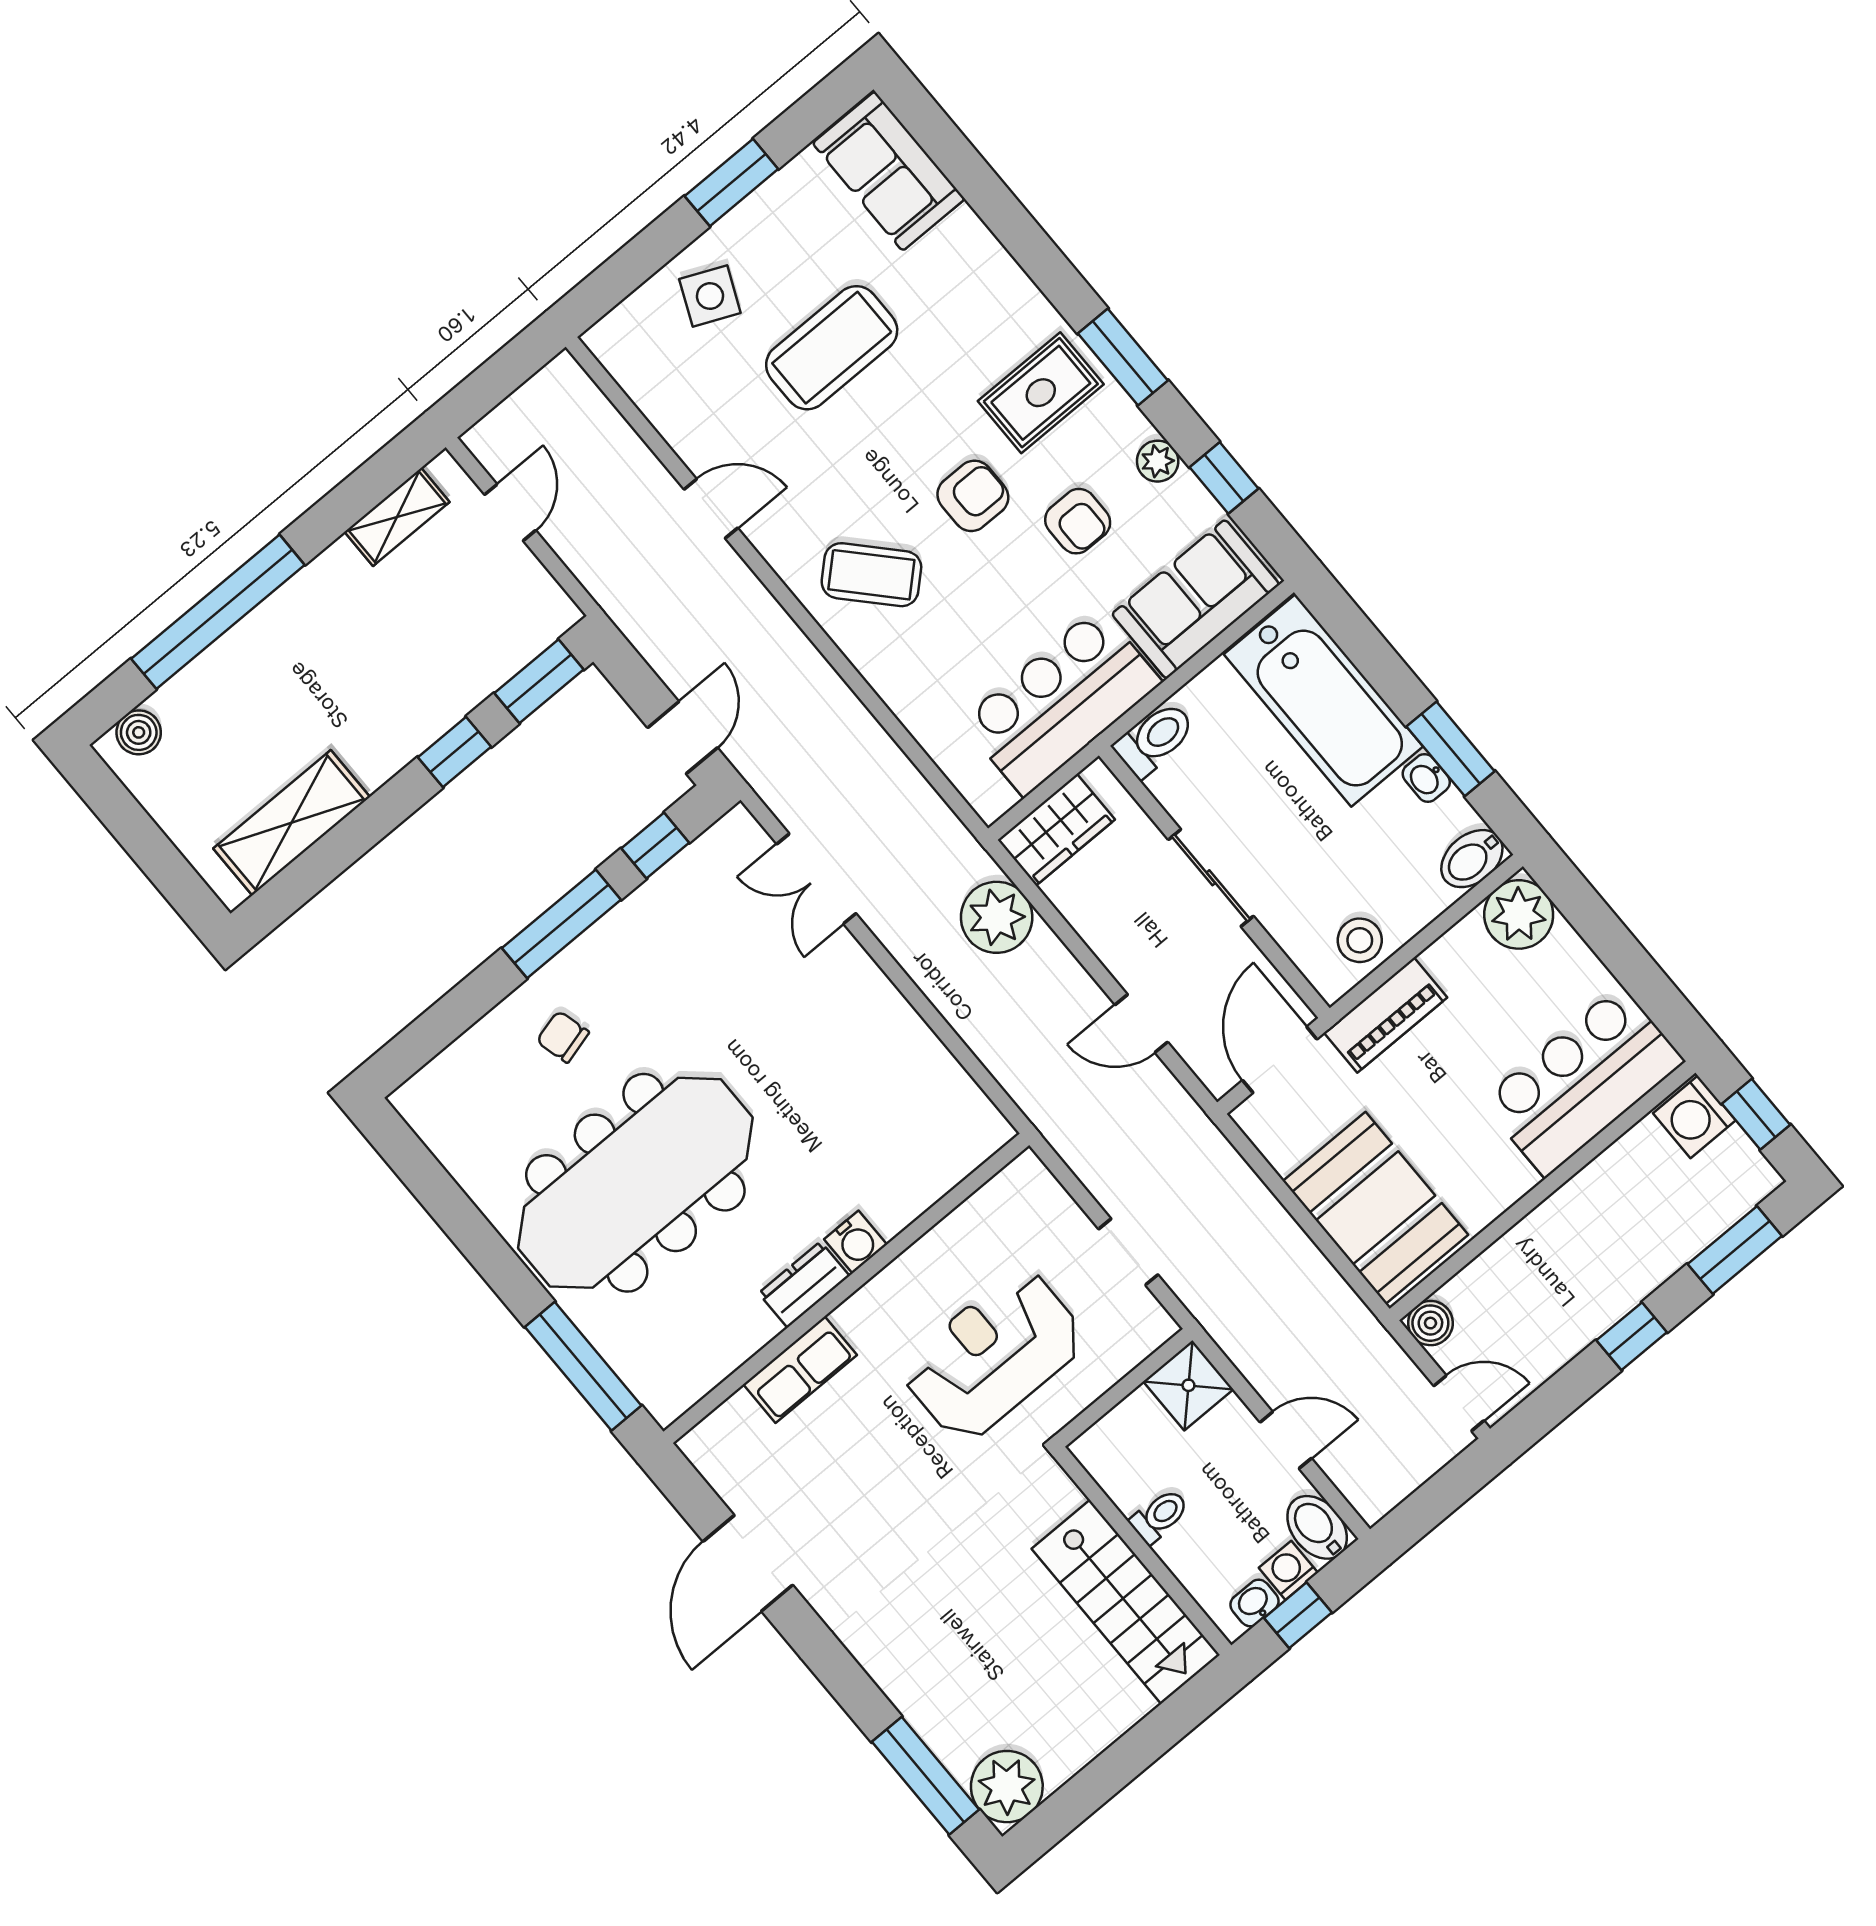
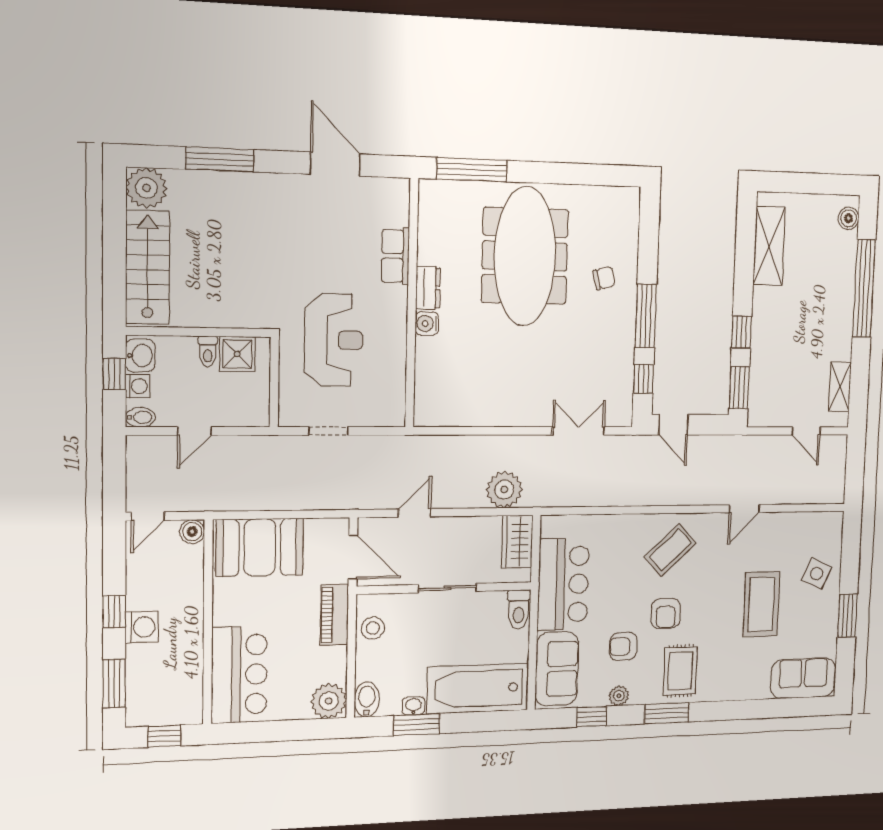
washing machine: (1694, 1117) -> (142, 627), moved, turned 90
shower: (1188, 1385) -> (237, 354), moved
bidet: (1317, 1527) -> (140, 417), width x0.72, depth x0.74
stairs: (1126, 1602) -> (148, 267), moved, turned 90
washbasin: (1254, 1603) -> (140, 356), width x1.38, depth x1.45
window: (926, 1776) -> (220, 159), moved

